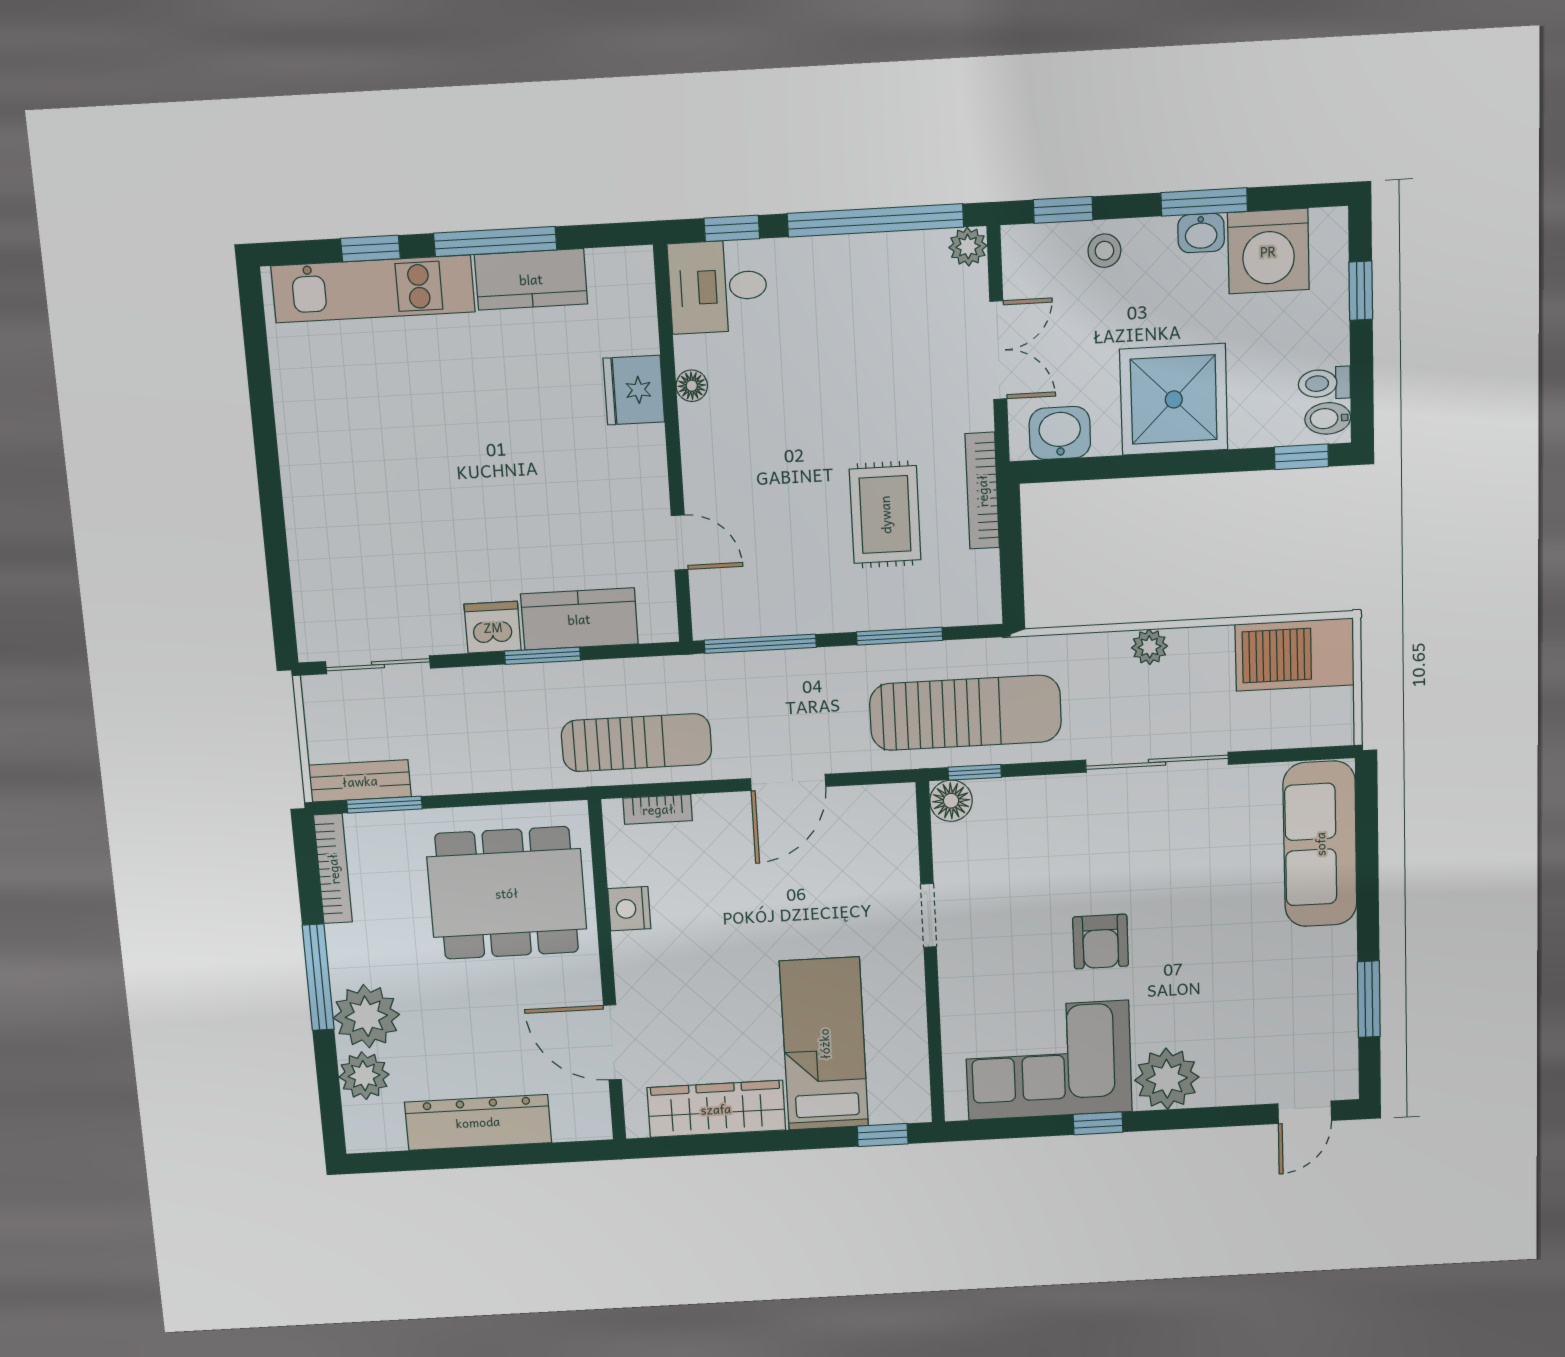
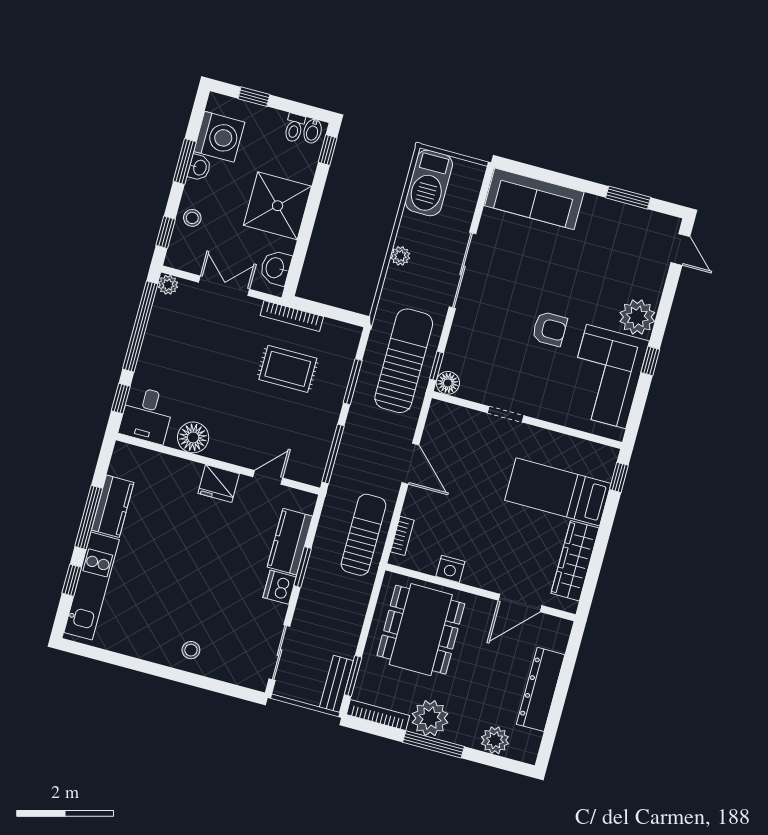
floor lamp: (692, 386) -> (193, 437), width x1.89, depth x1.89
fridge: (634, 390) -> (219, 483), moved
stool: (325, 508) -> (191, 650), added
plant: (366, 1016) -> (430, 718), moved

